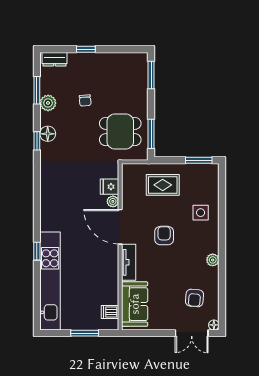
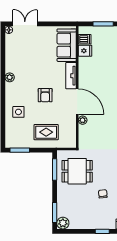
plant: (140, 60) -> (63, 223), added
fridge: (109, 187) -> (85, 51), moved
armchair: (195, 298) -> (23, 50), removed

